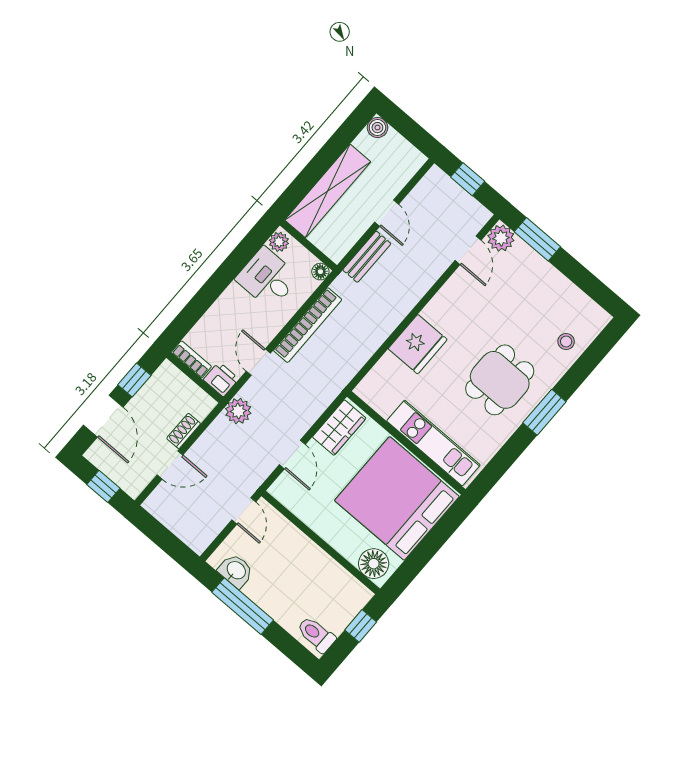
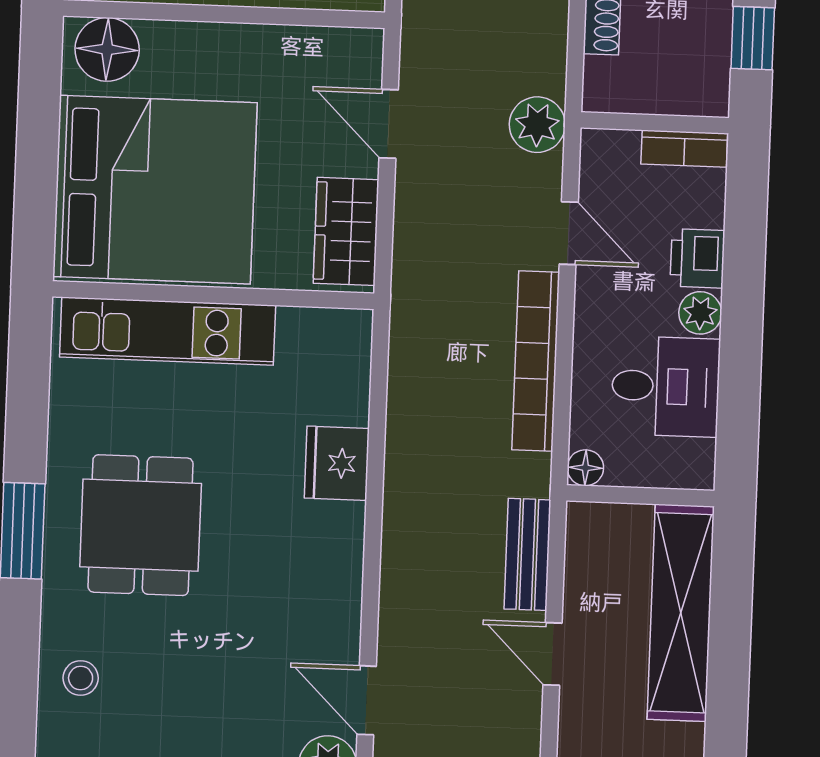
plant: (279, 242) -> (700, 313), moved
fridge: (418, 344) -> (337, 463), width x0.73, depth x0.75
printer: (221, 379) -> (697, 258), moved, turned 90

